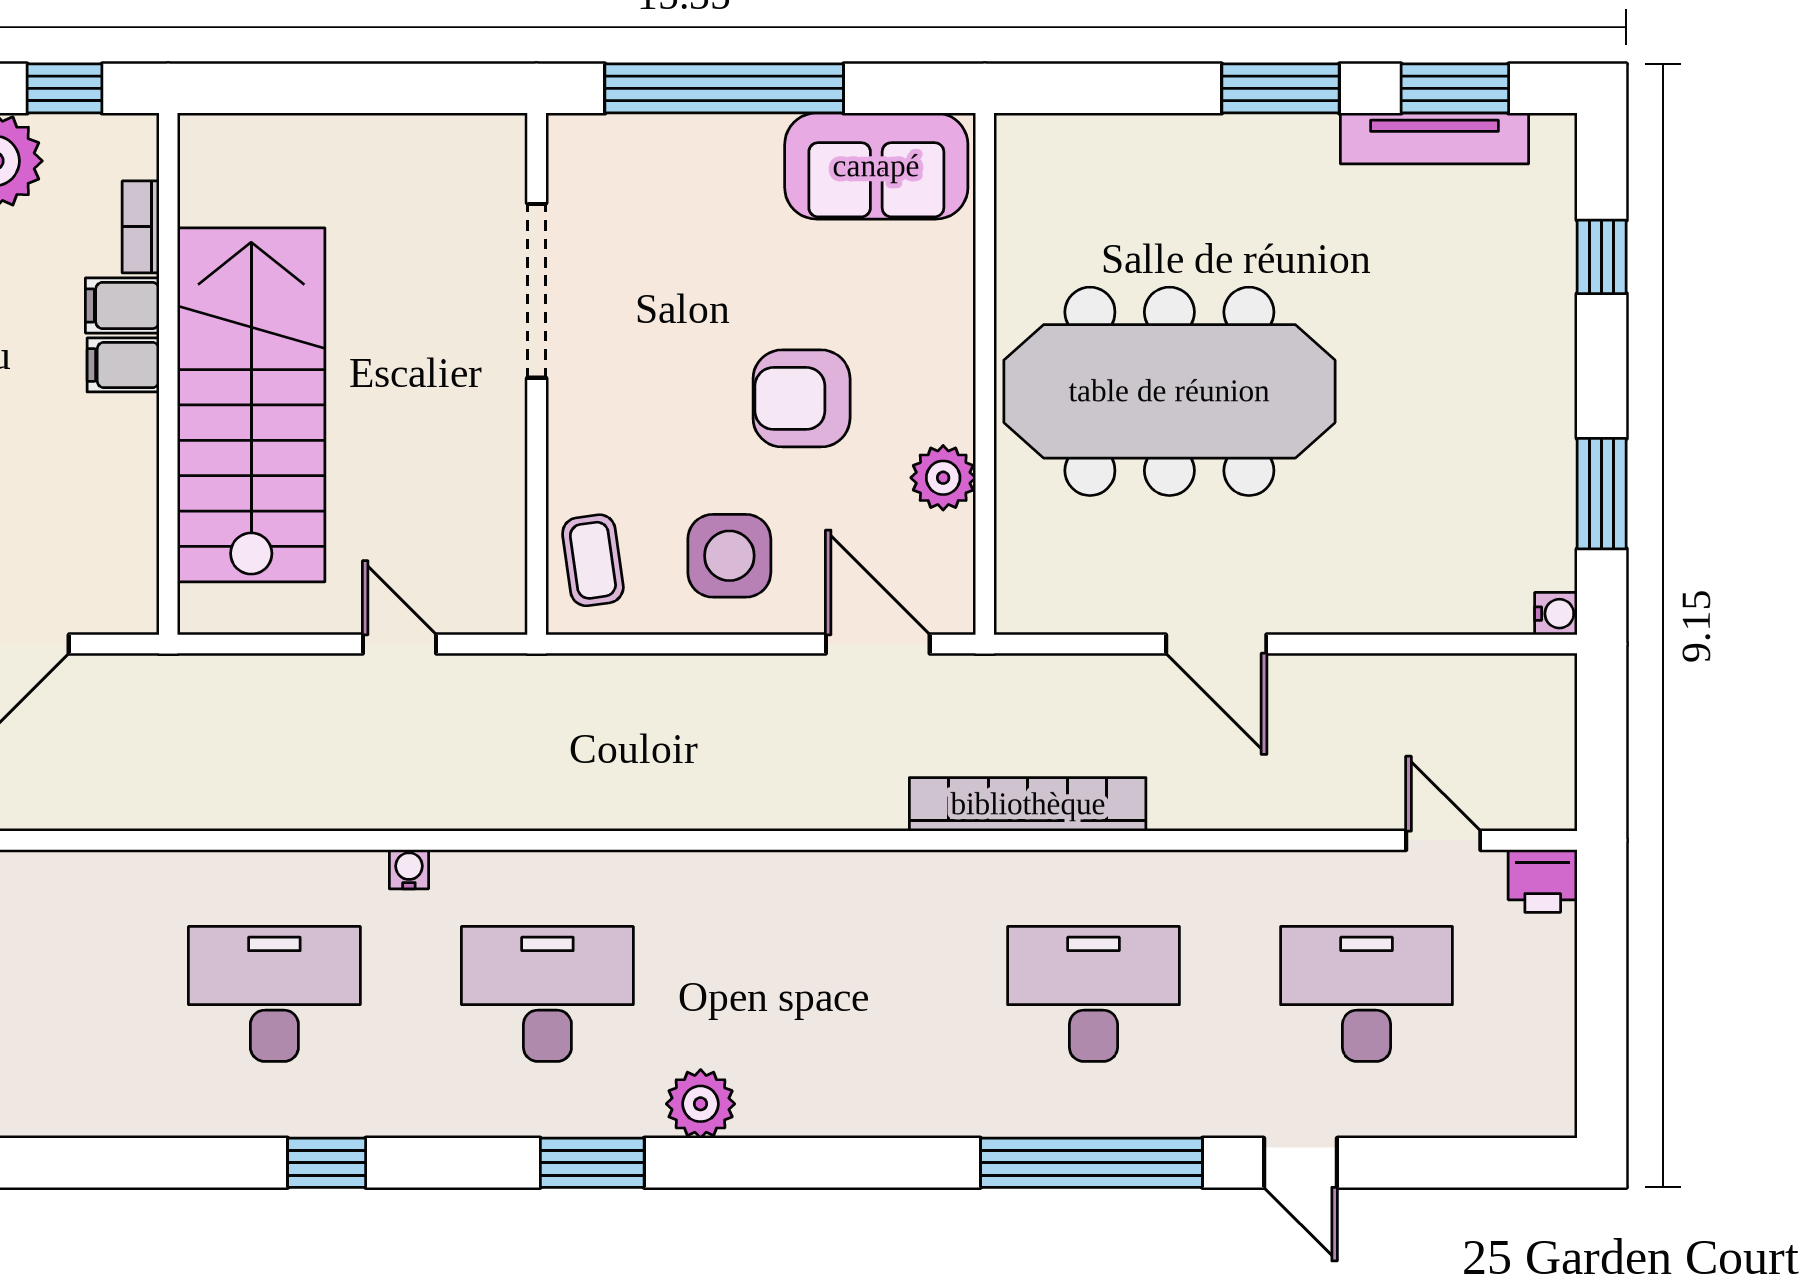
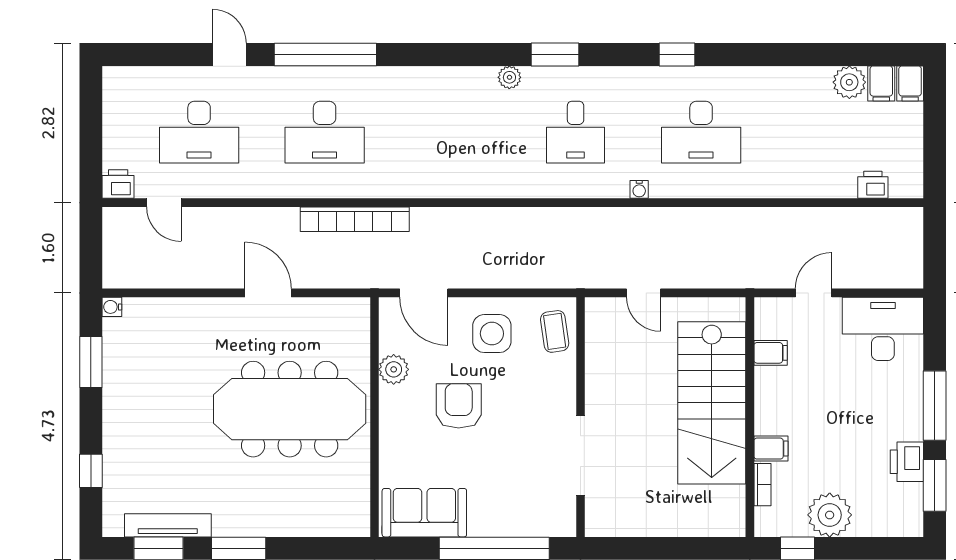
filing cabinet: (123, 365) -> (771, 353), moved
armchair: (802, 398) -> (459, 406), turned -90
desk: (547, 994) -> (576, 132), width x0.73
plant: (701, 1104) -> (509, 77), width x0.73, depth x0.73

